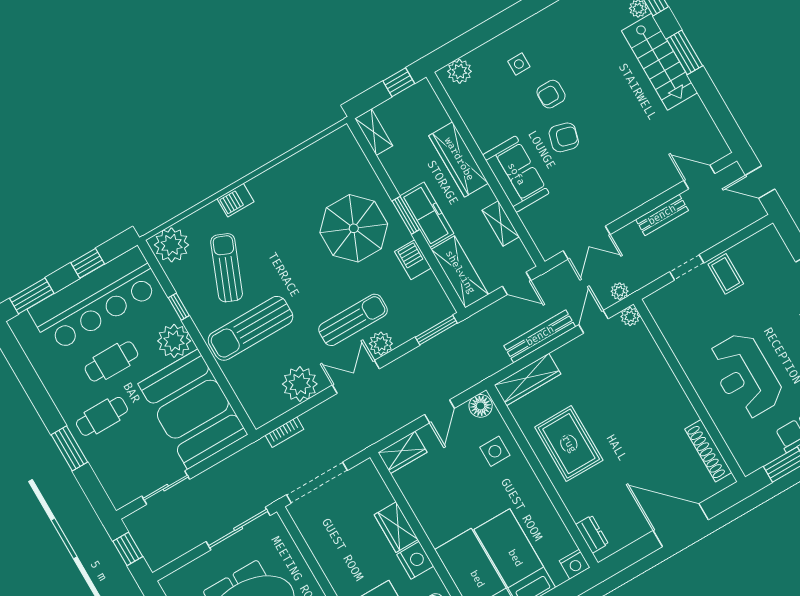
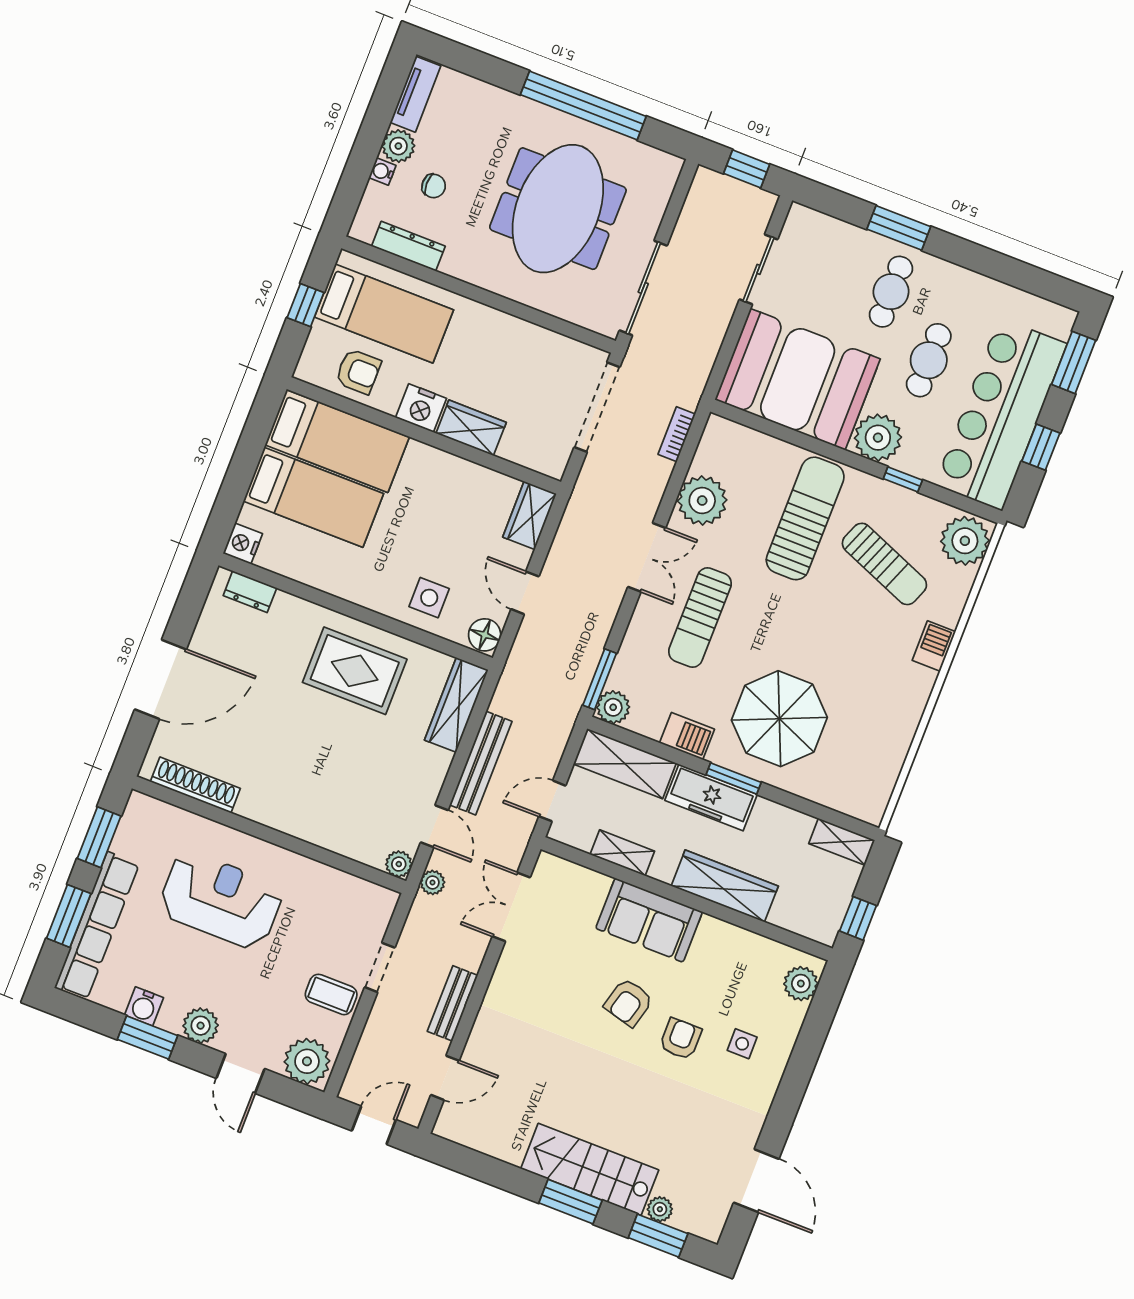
plant: (769, 248) -> (307, 1061), added
plant: (381, 344) -> (613, 707), moved

